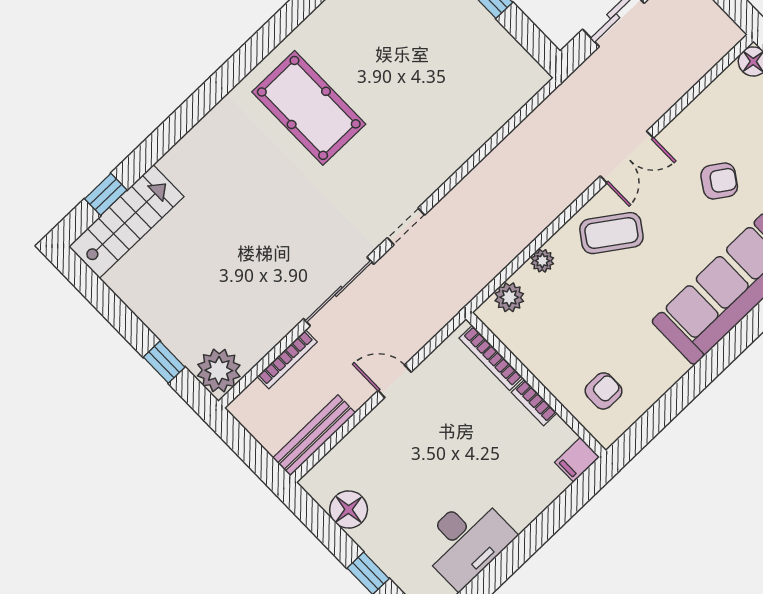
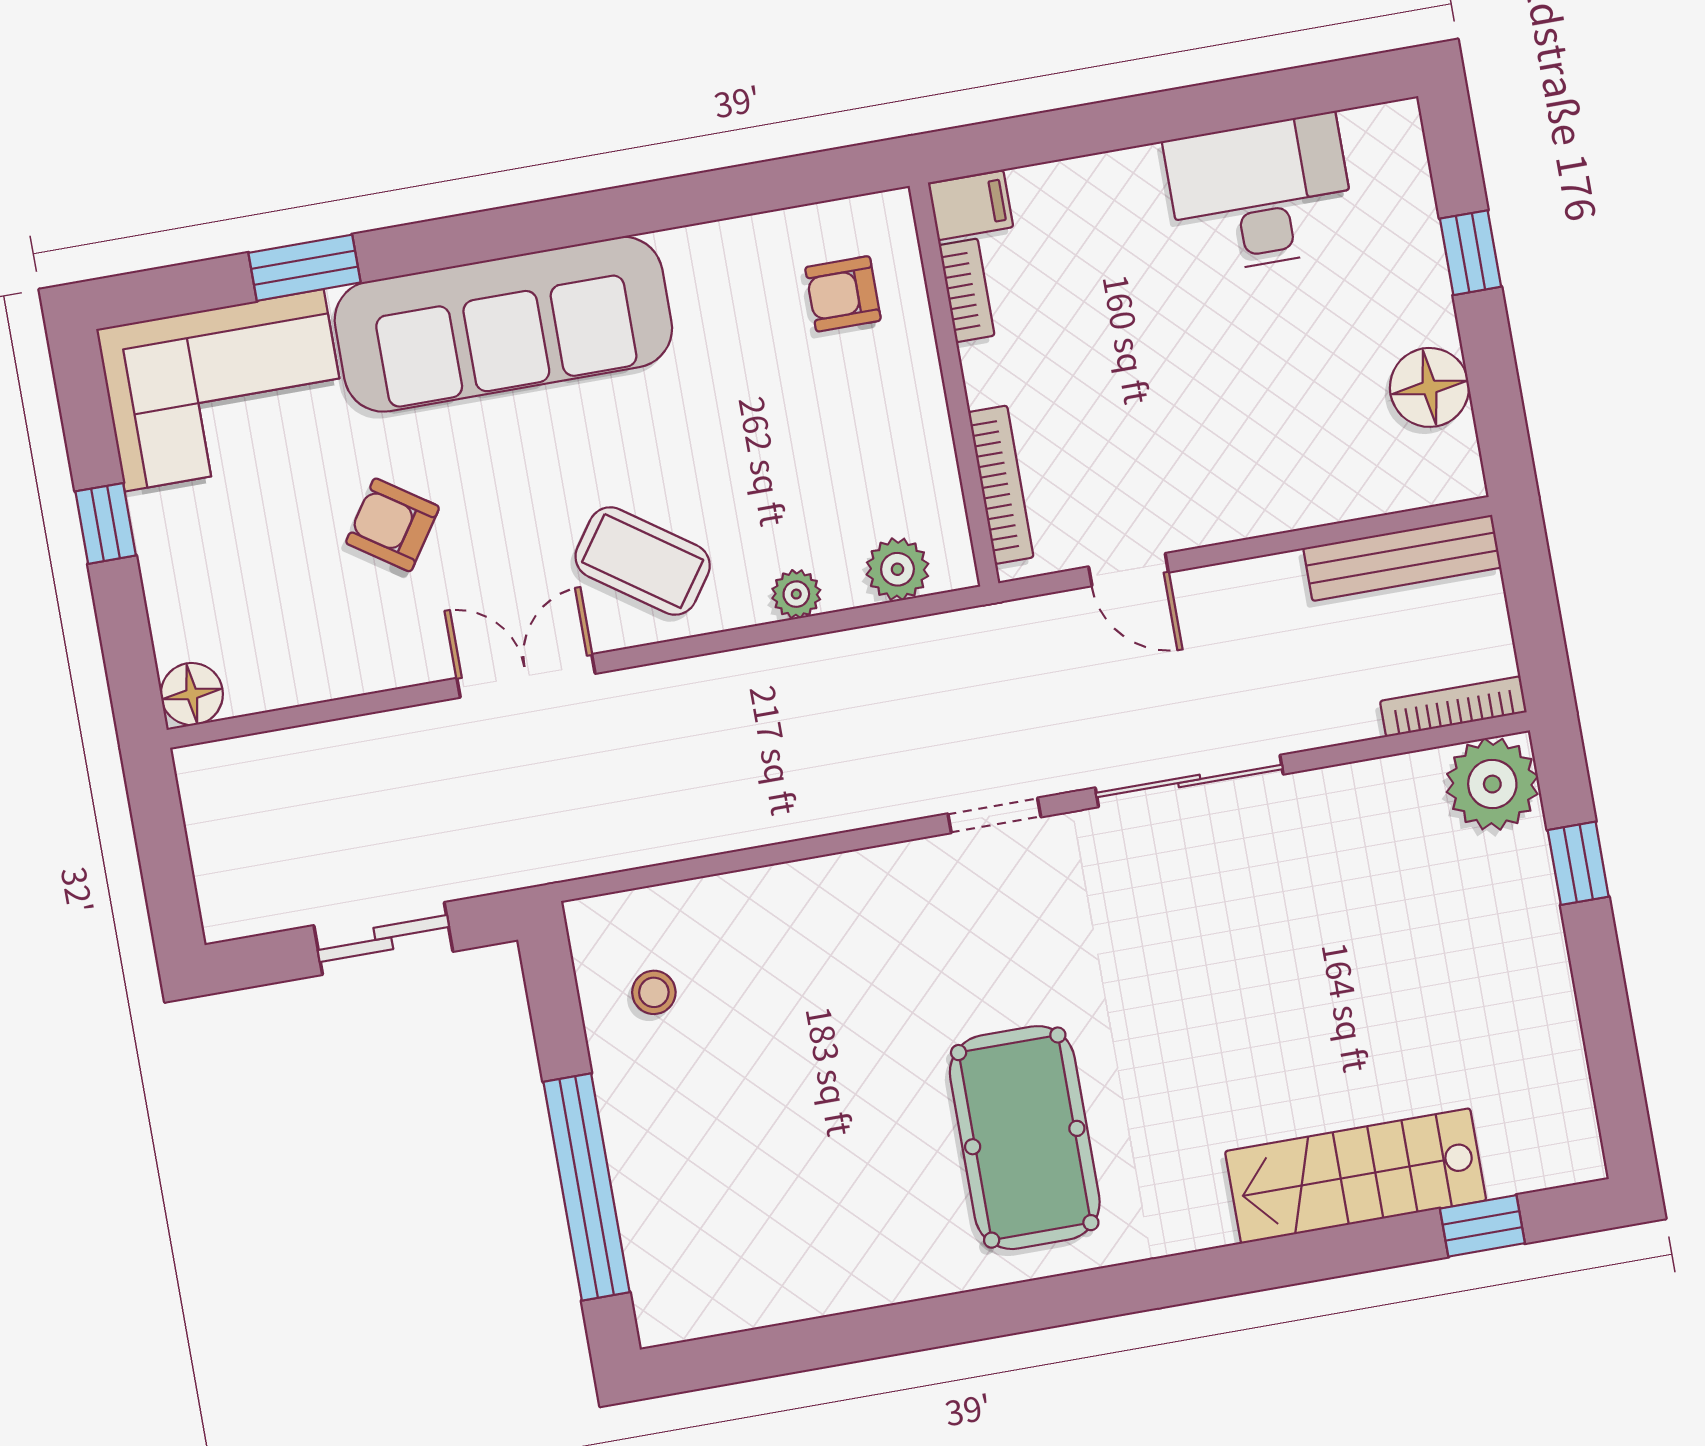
stool: (493, 67) -> (654, 992), added
stairs: (126, 221) -> (1356, 1176), moved
bookcase: (287, 359) -> (1453, 707), moved
door: (395, 381) -> (1129, 570), moved
bookcase: (534, 403) -> (967, 290), moved

